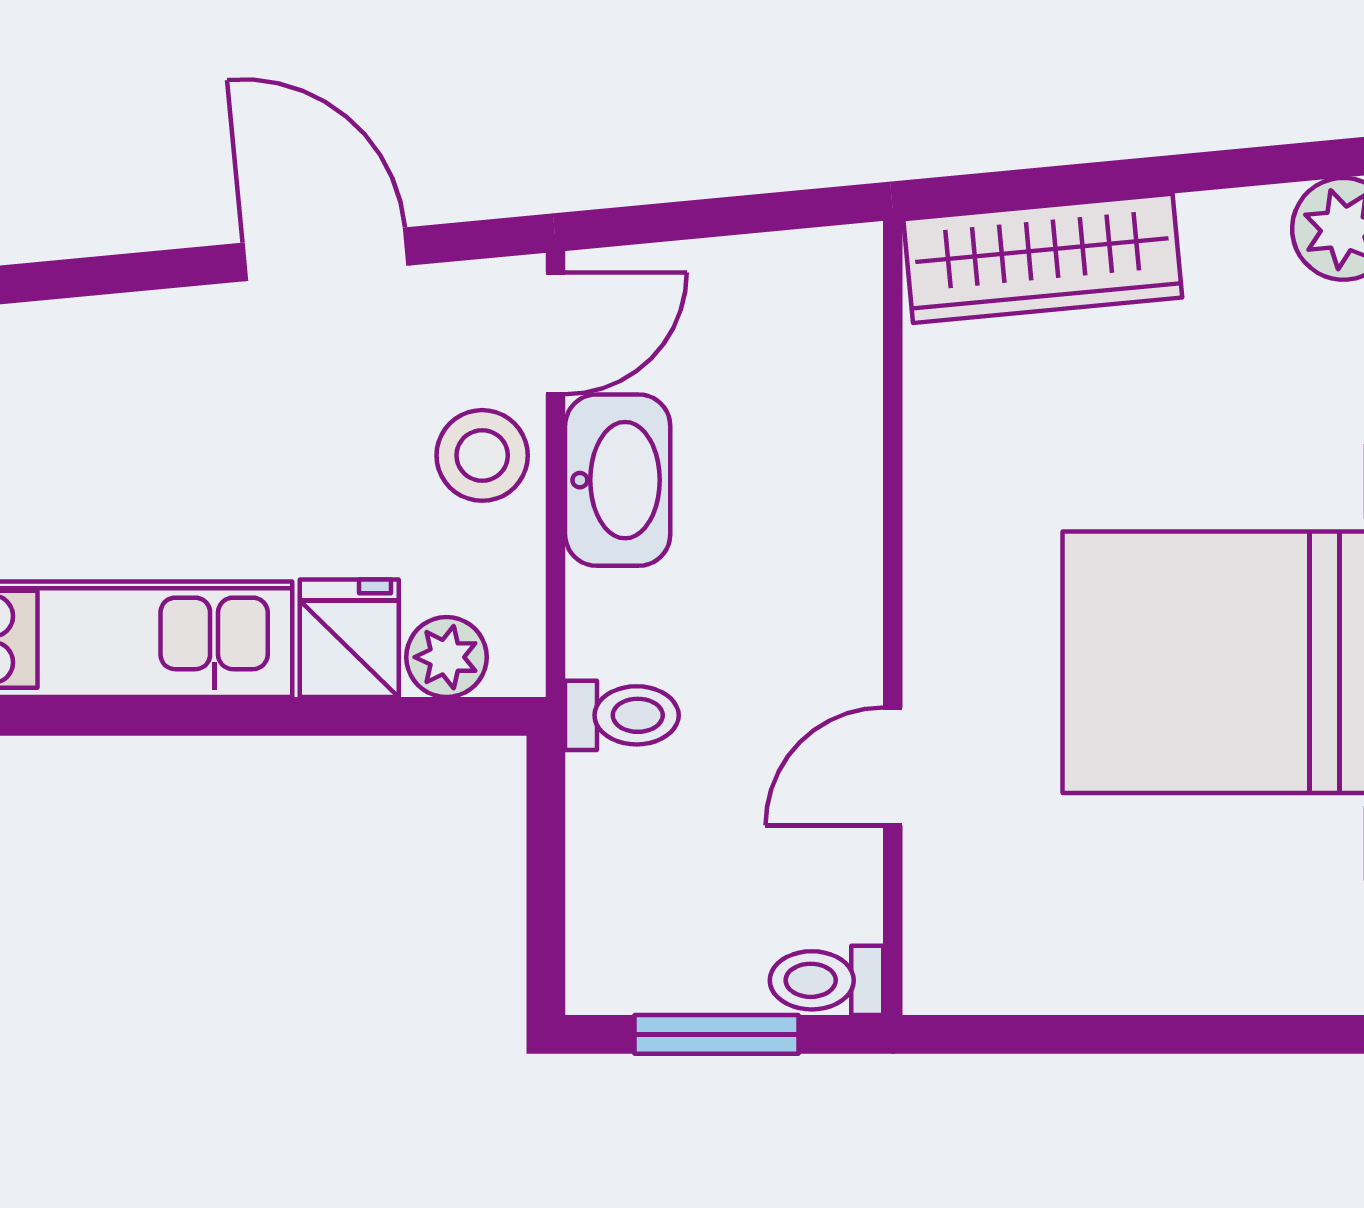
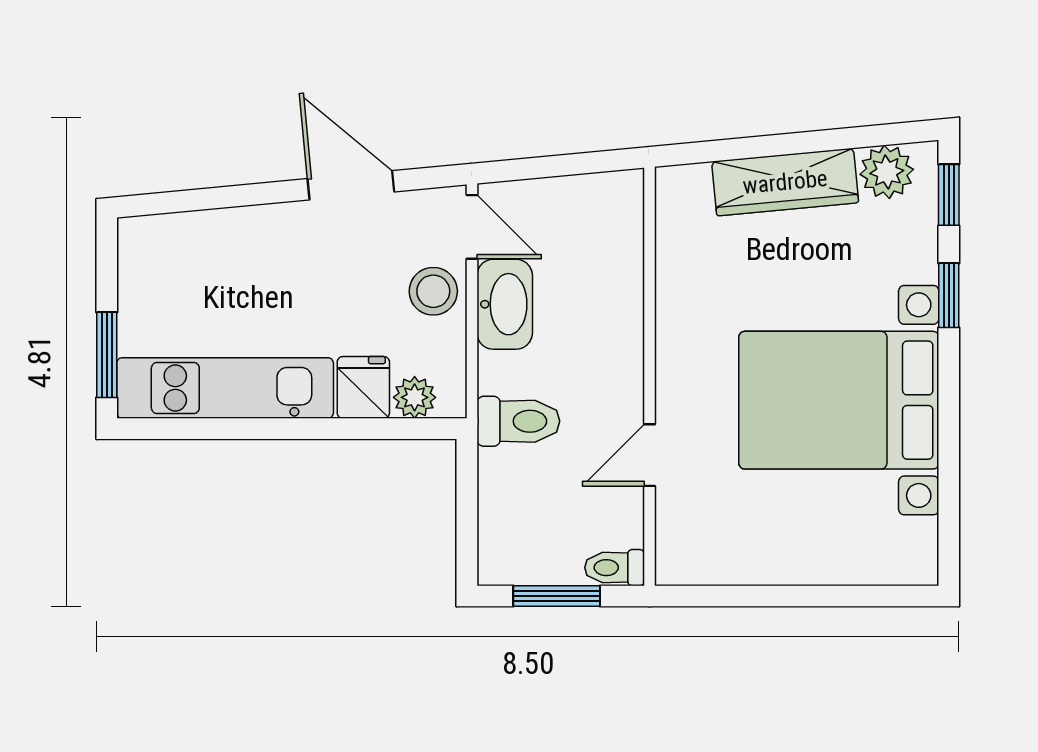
wardrobe: (1043, 258) -> (785, 182), moved
door: (556, 333) -> (472, 227), hinge flipped
toilet: (622, 715) -> (518, 421), width x1.37, depth x1.39

